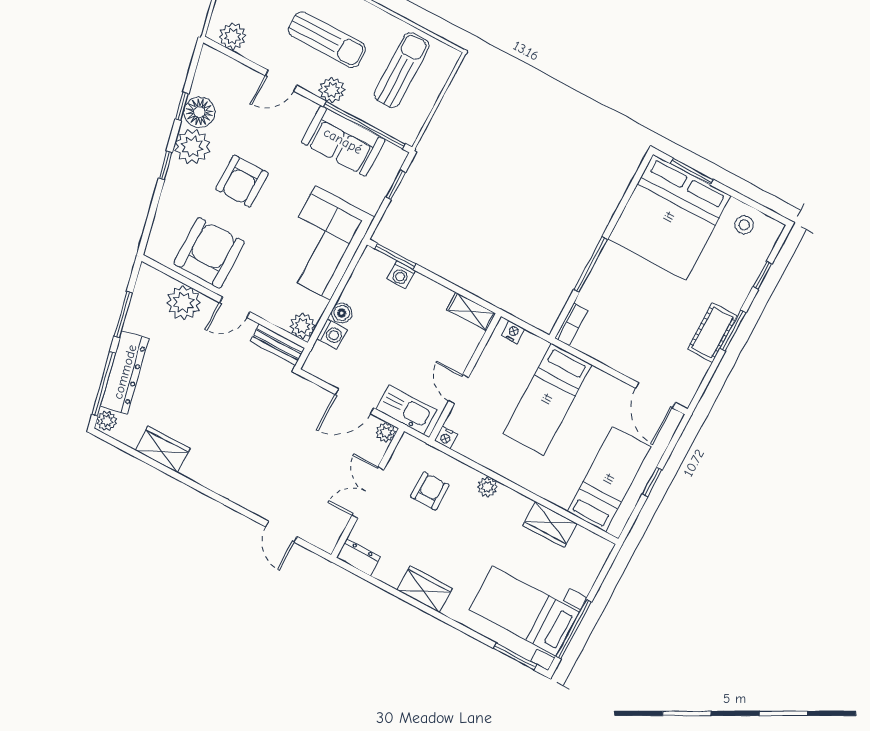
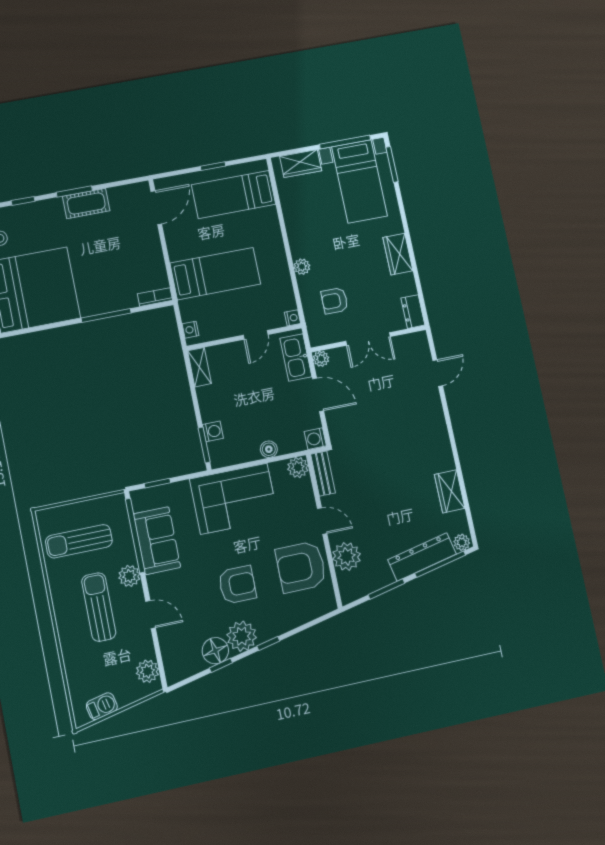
washing machine: (332, 334) -> (315, 439), moved, turned -90
wardrobe: (550, 525) -> (301, 164), moved, turned 90

